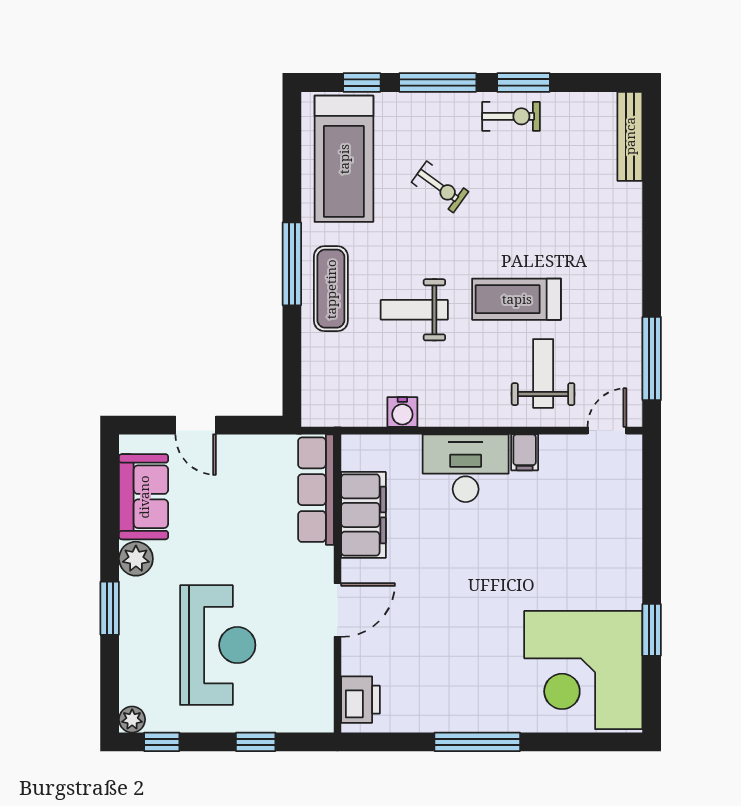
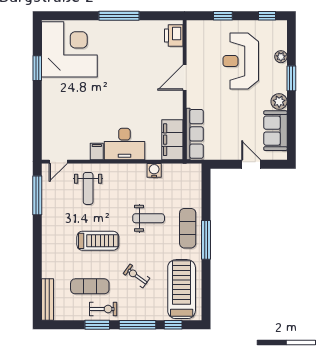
exercise bike: (511, 116) -> (103, 309), turned 180
exercise mat: (540, 165) -> (90, 286), added
treadmill: (517, 299) -> (98, 241), moved
filing cabinet: (363, 515) -> (172, 140), moved
plant: (132, 719) -> (281, 57), moved

